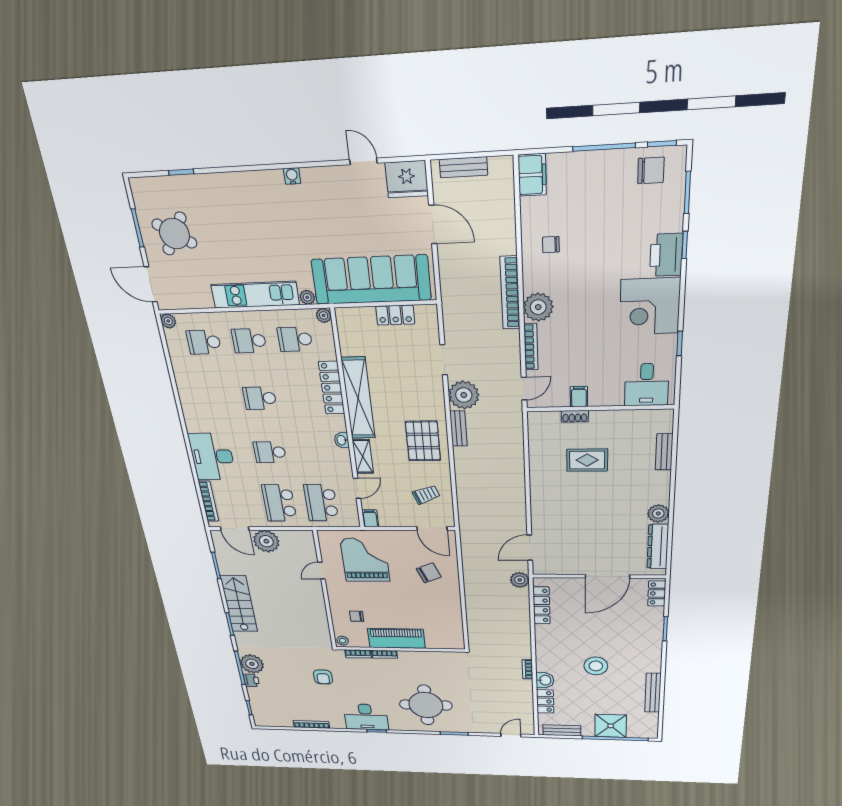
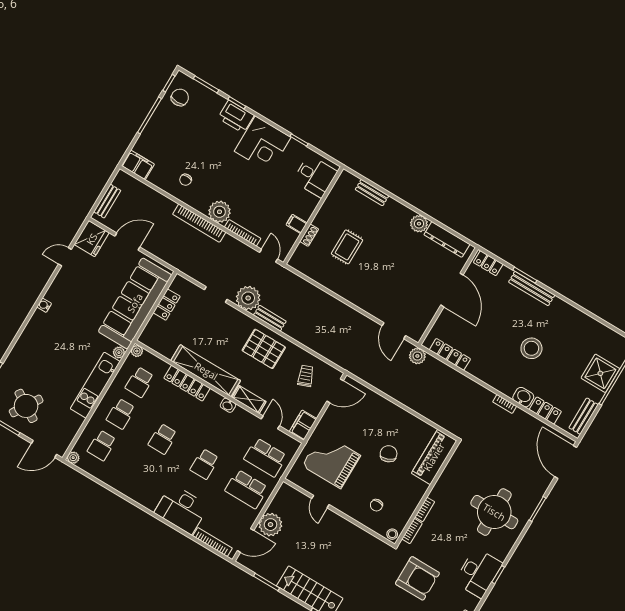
filing cabinet: (370, 518) -> (303, 425), width x2.00
chair: (429, 573) -> (389, 454), moved
piano: (396, 638) -> (434, 457), moved
armchair: (323, 677) -> (417, 578), width x1.88, depth x1.88
bench: (653, 693) -> (532, 289), moved
door: (511, 735) -> (566, 462), width x1.88

